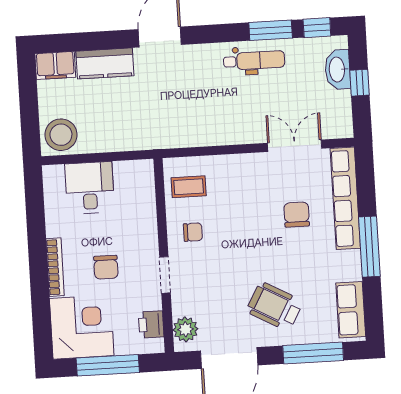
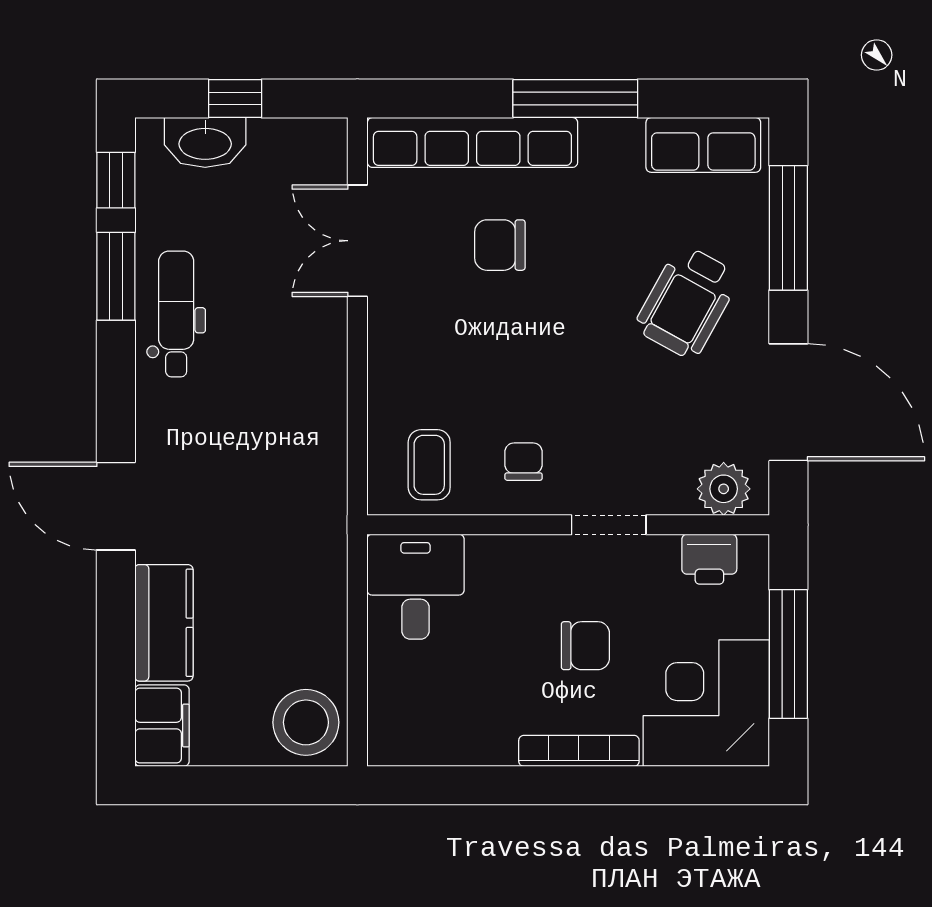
desk: (90, 188) -> (415, 587), moved, turned 90

